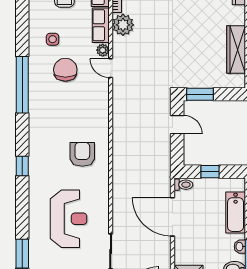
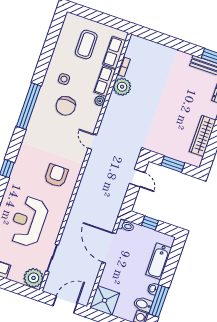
door: (111, 68) -> (92, 142), moved
chair: (65, 70) -> (66, 106), turned 180
window: (200, 94) -> (173, 164), moved
reception desk: (69, 219) -> (28, 222), turned 180

